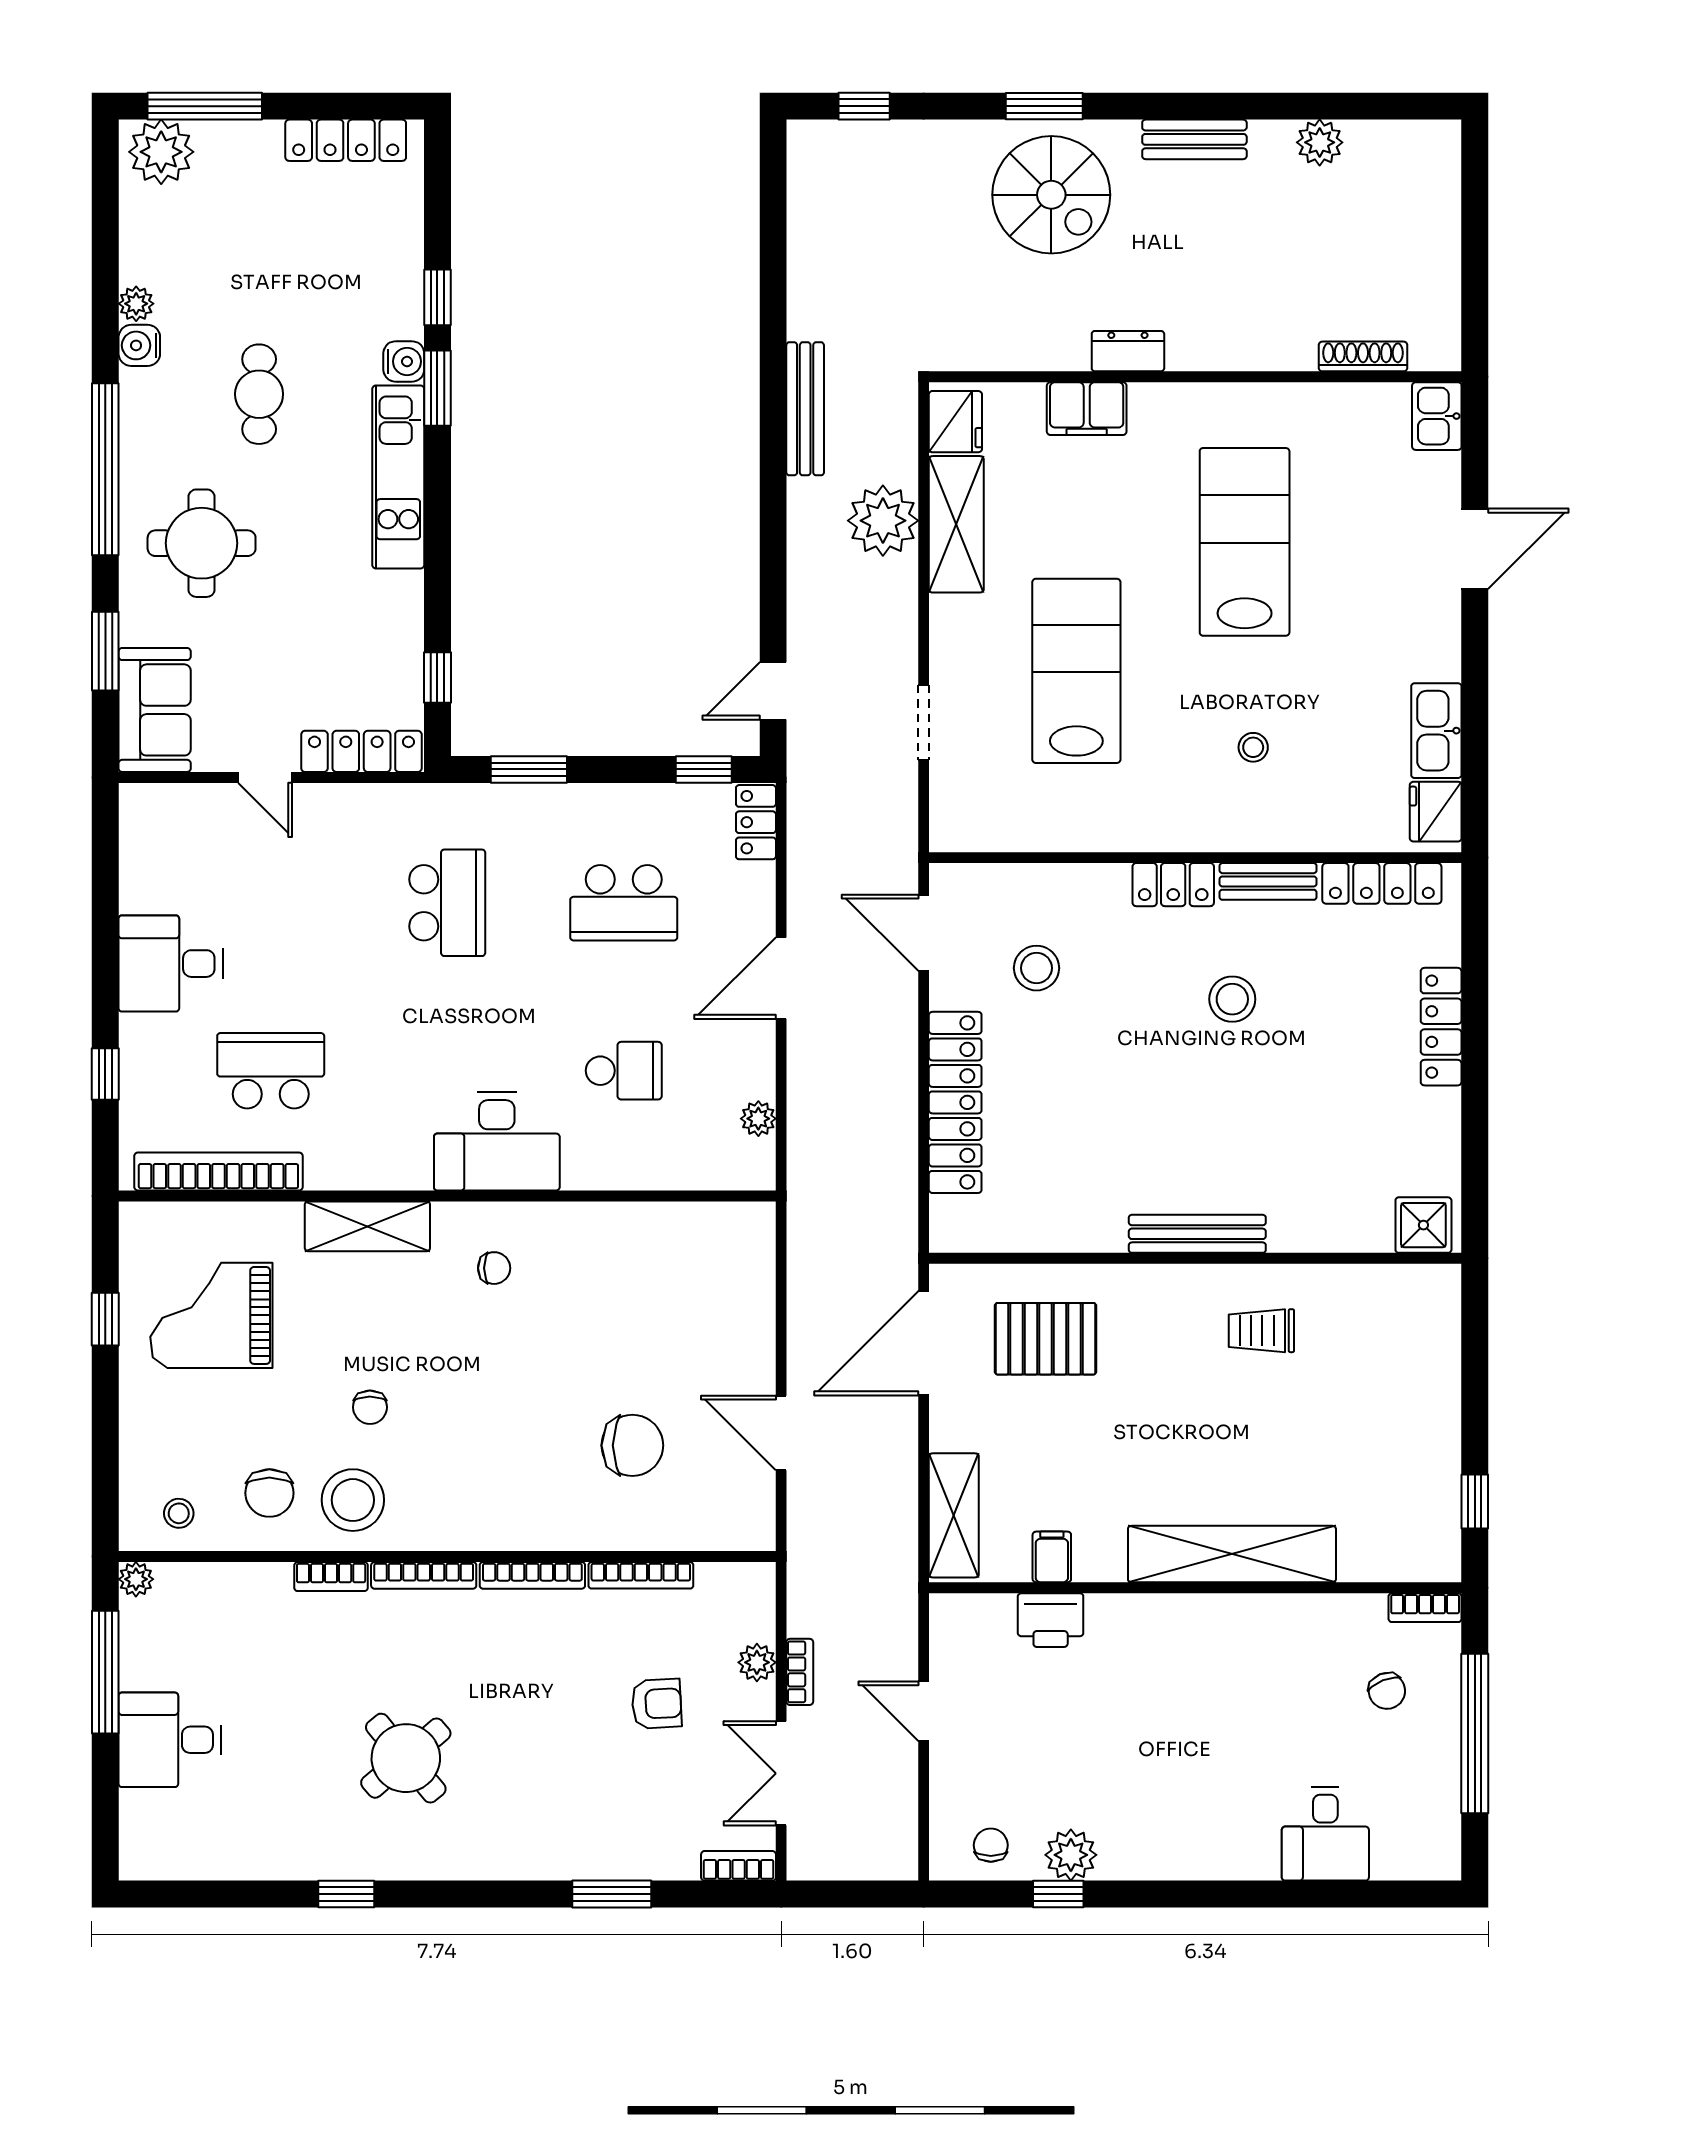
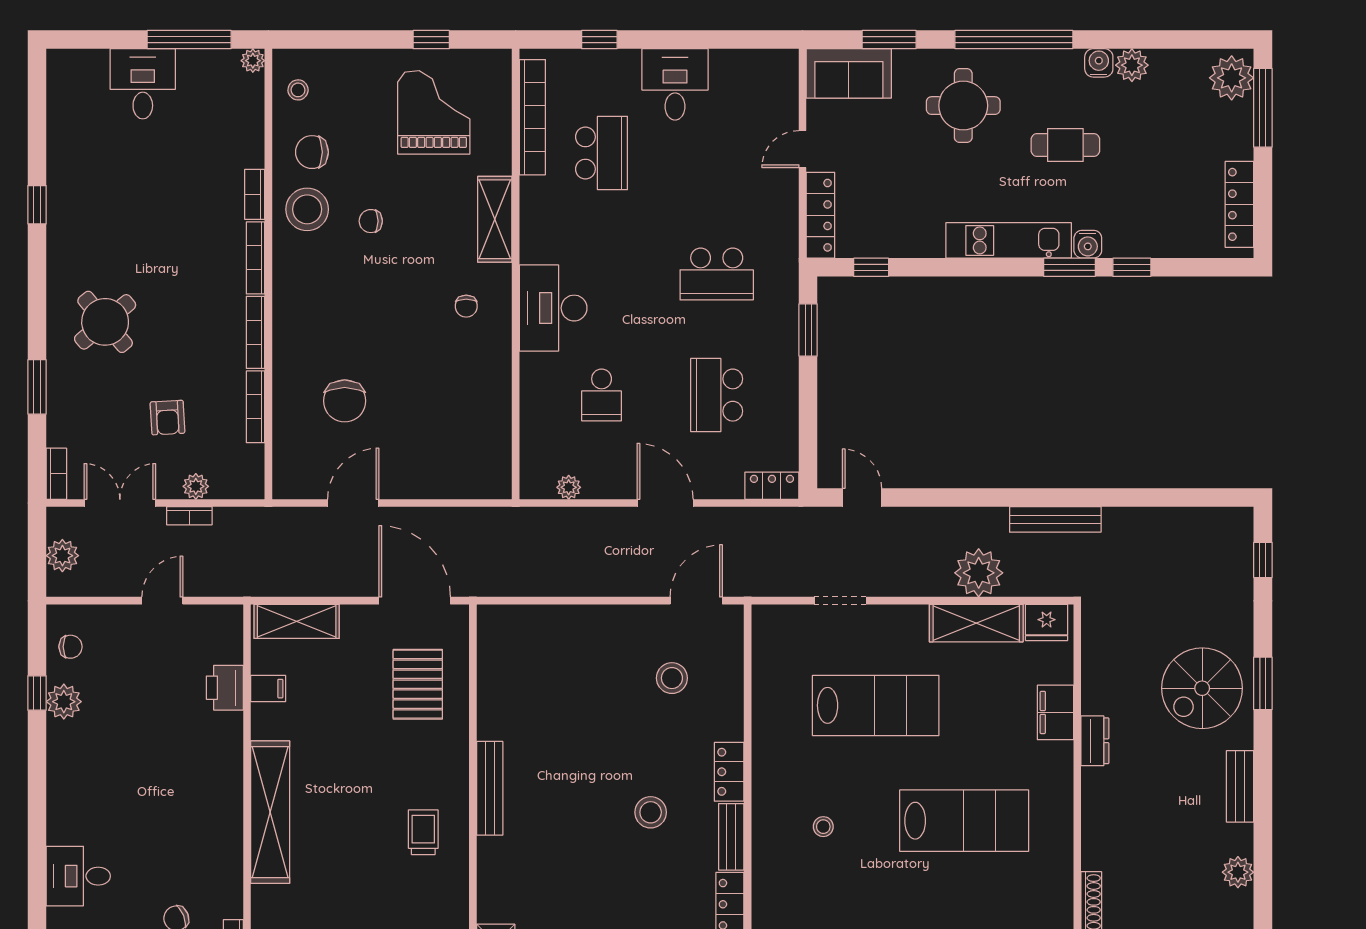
plant: (136, 304) -> (1132, 65), width x1.38, depth x1.38
window: (704, 769) -> (808, 450), removed
locker: (955, 1102) -> (580, 622), removed
round table: (406, 1758) -> (105, 322), moved
plant: (858, 1857) -> (62, 556), added

